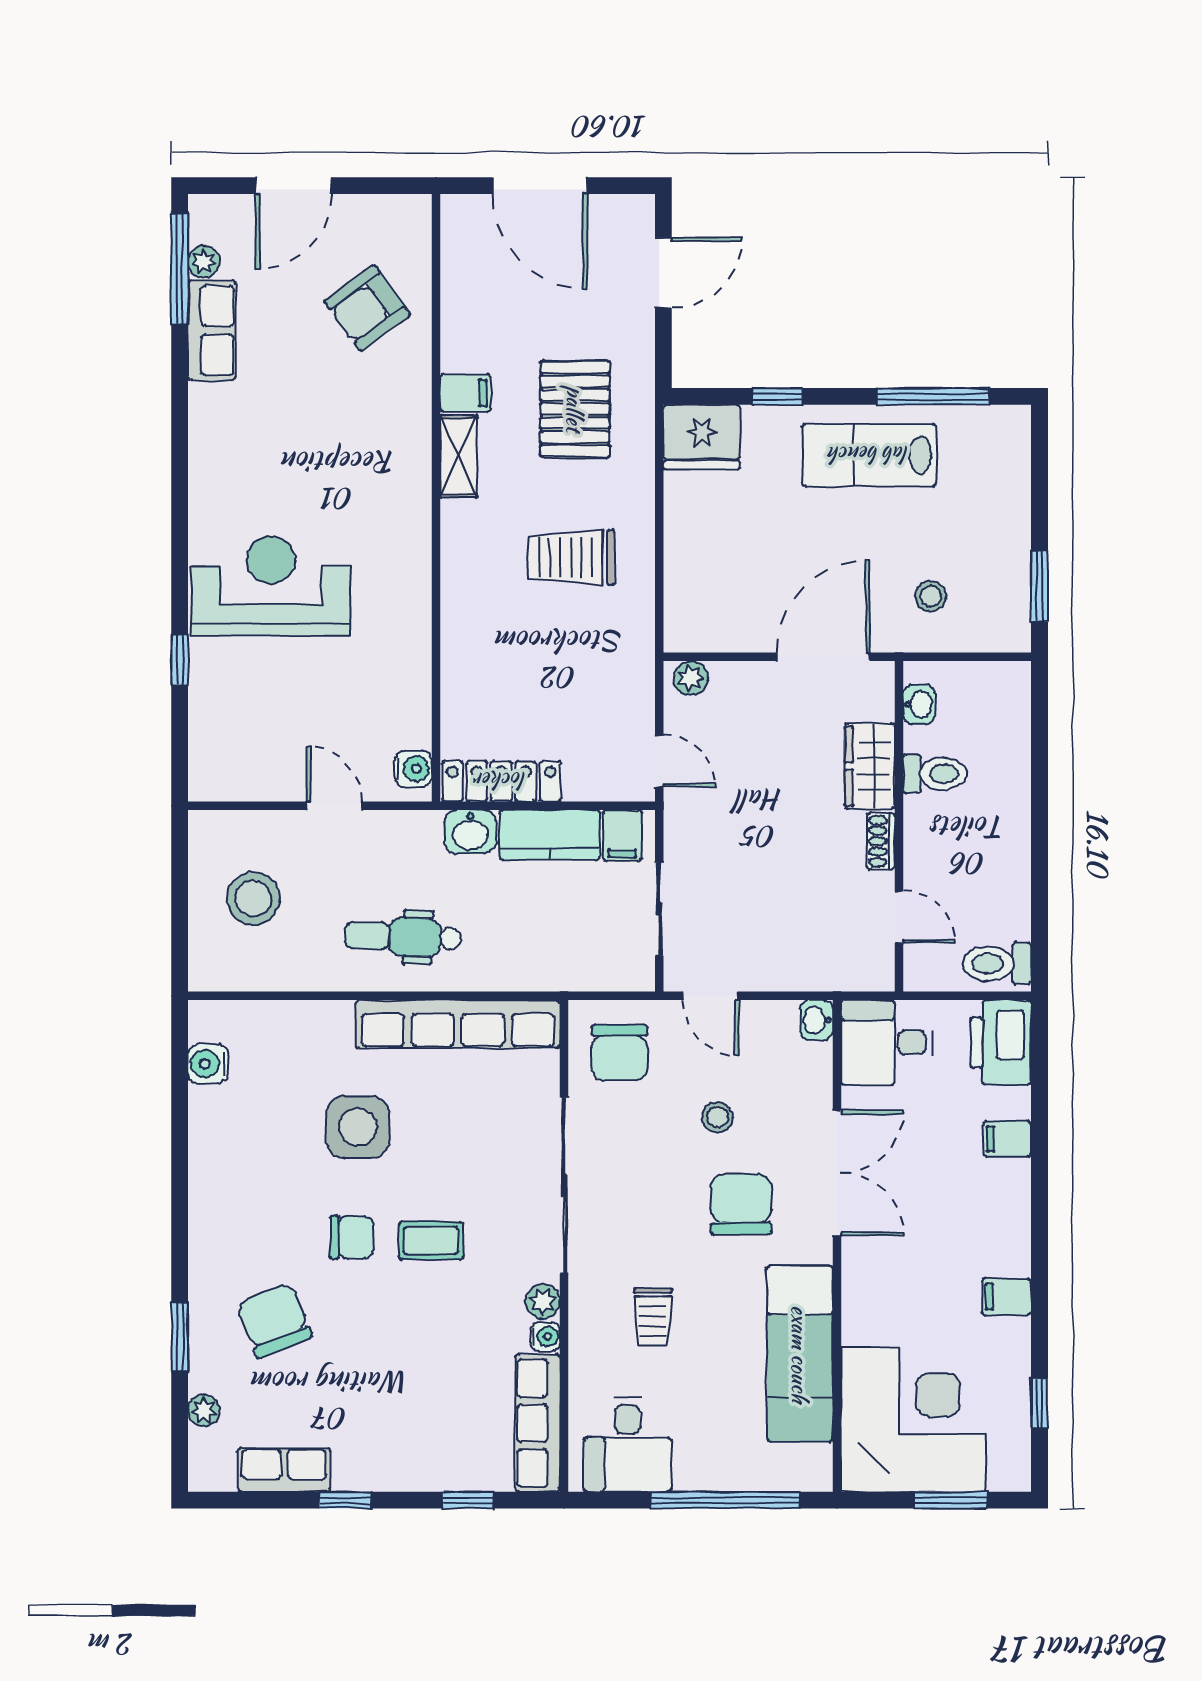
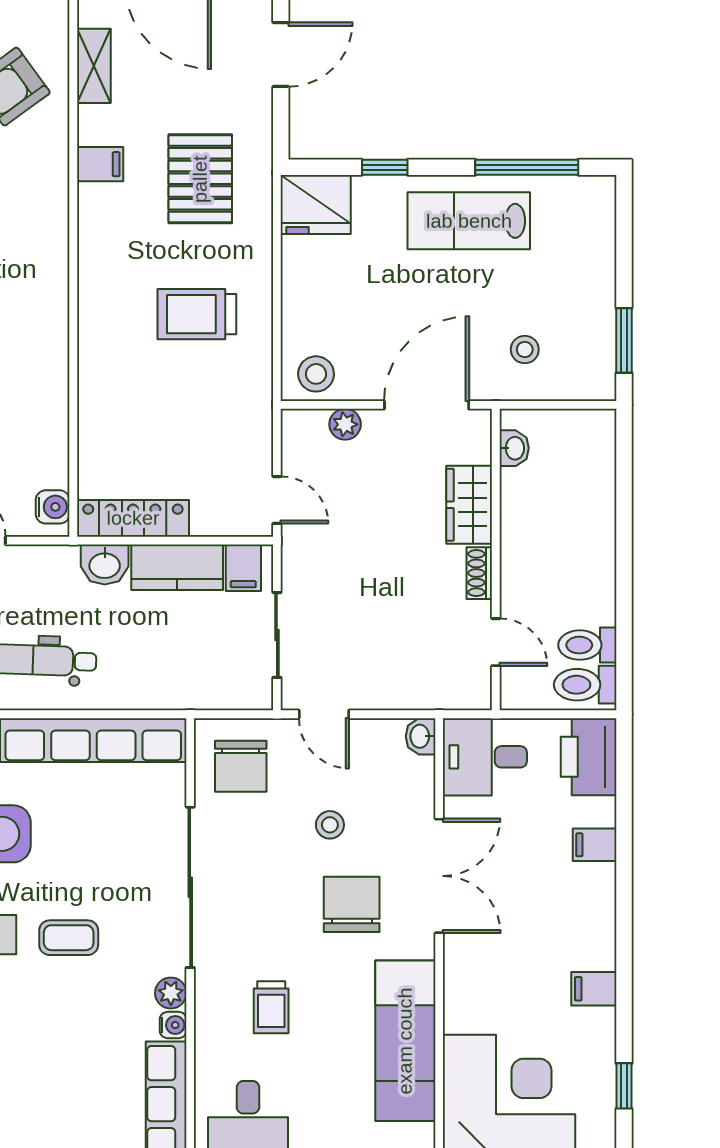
shelving: (459, 456) -> (94, 66), moved
stool: (702, 623) -> (316, 374), added
plant: (691, 678) -> (345, 424), moved
toilet: (935, 774) -> (587, 645), moved, turned 180

